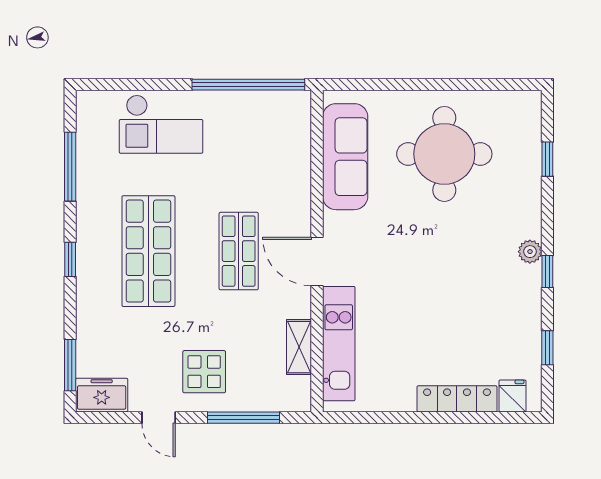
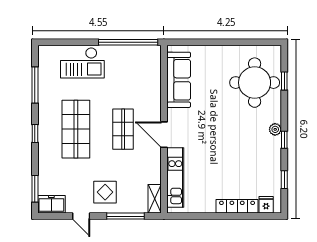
round table: (444, 154) -> (255, 83), moved
shelving: (299, 347) -> (155, 199), moved

